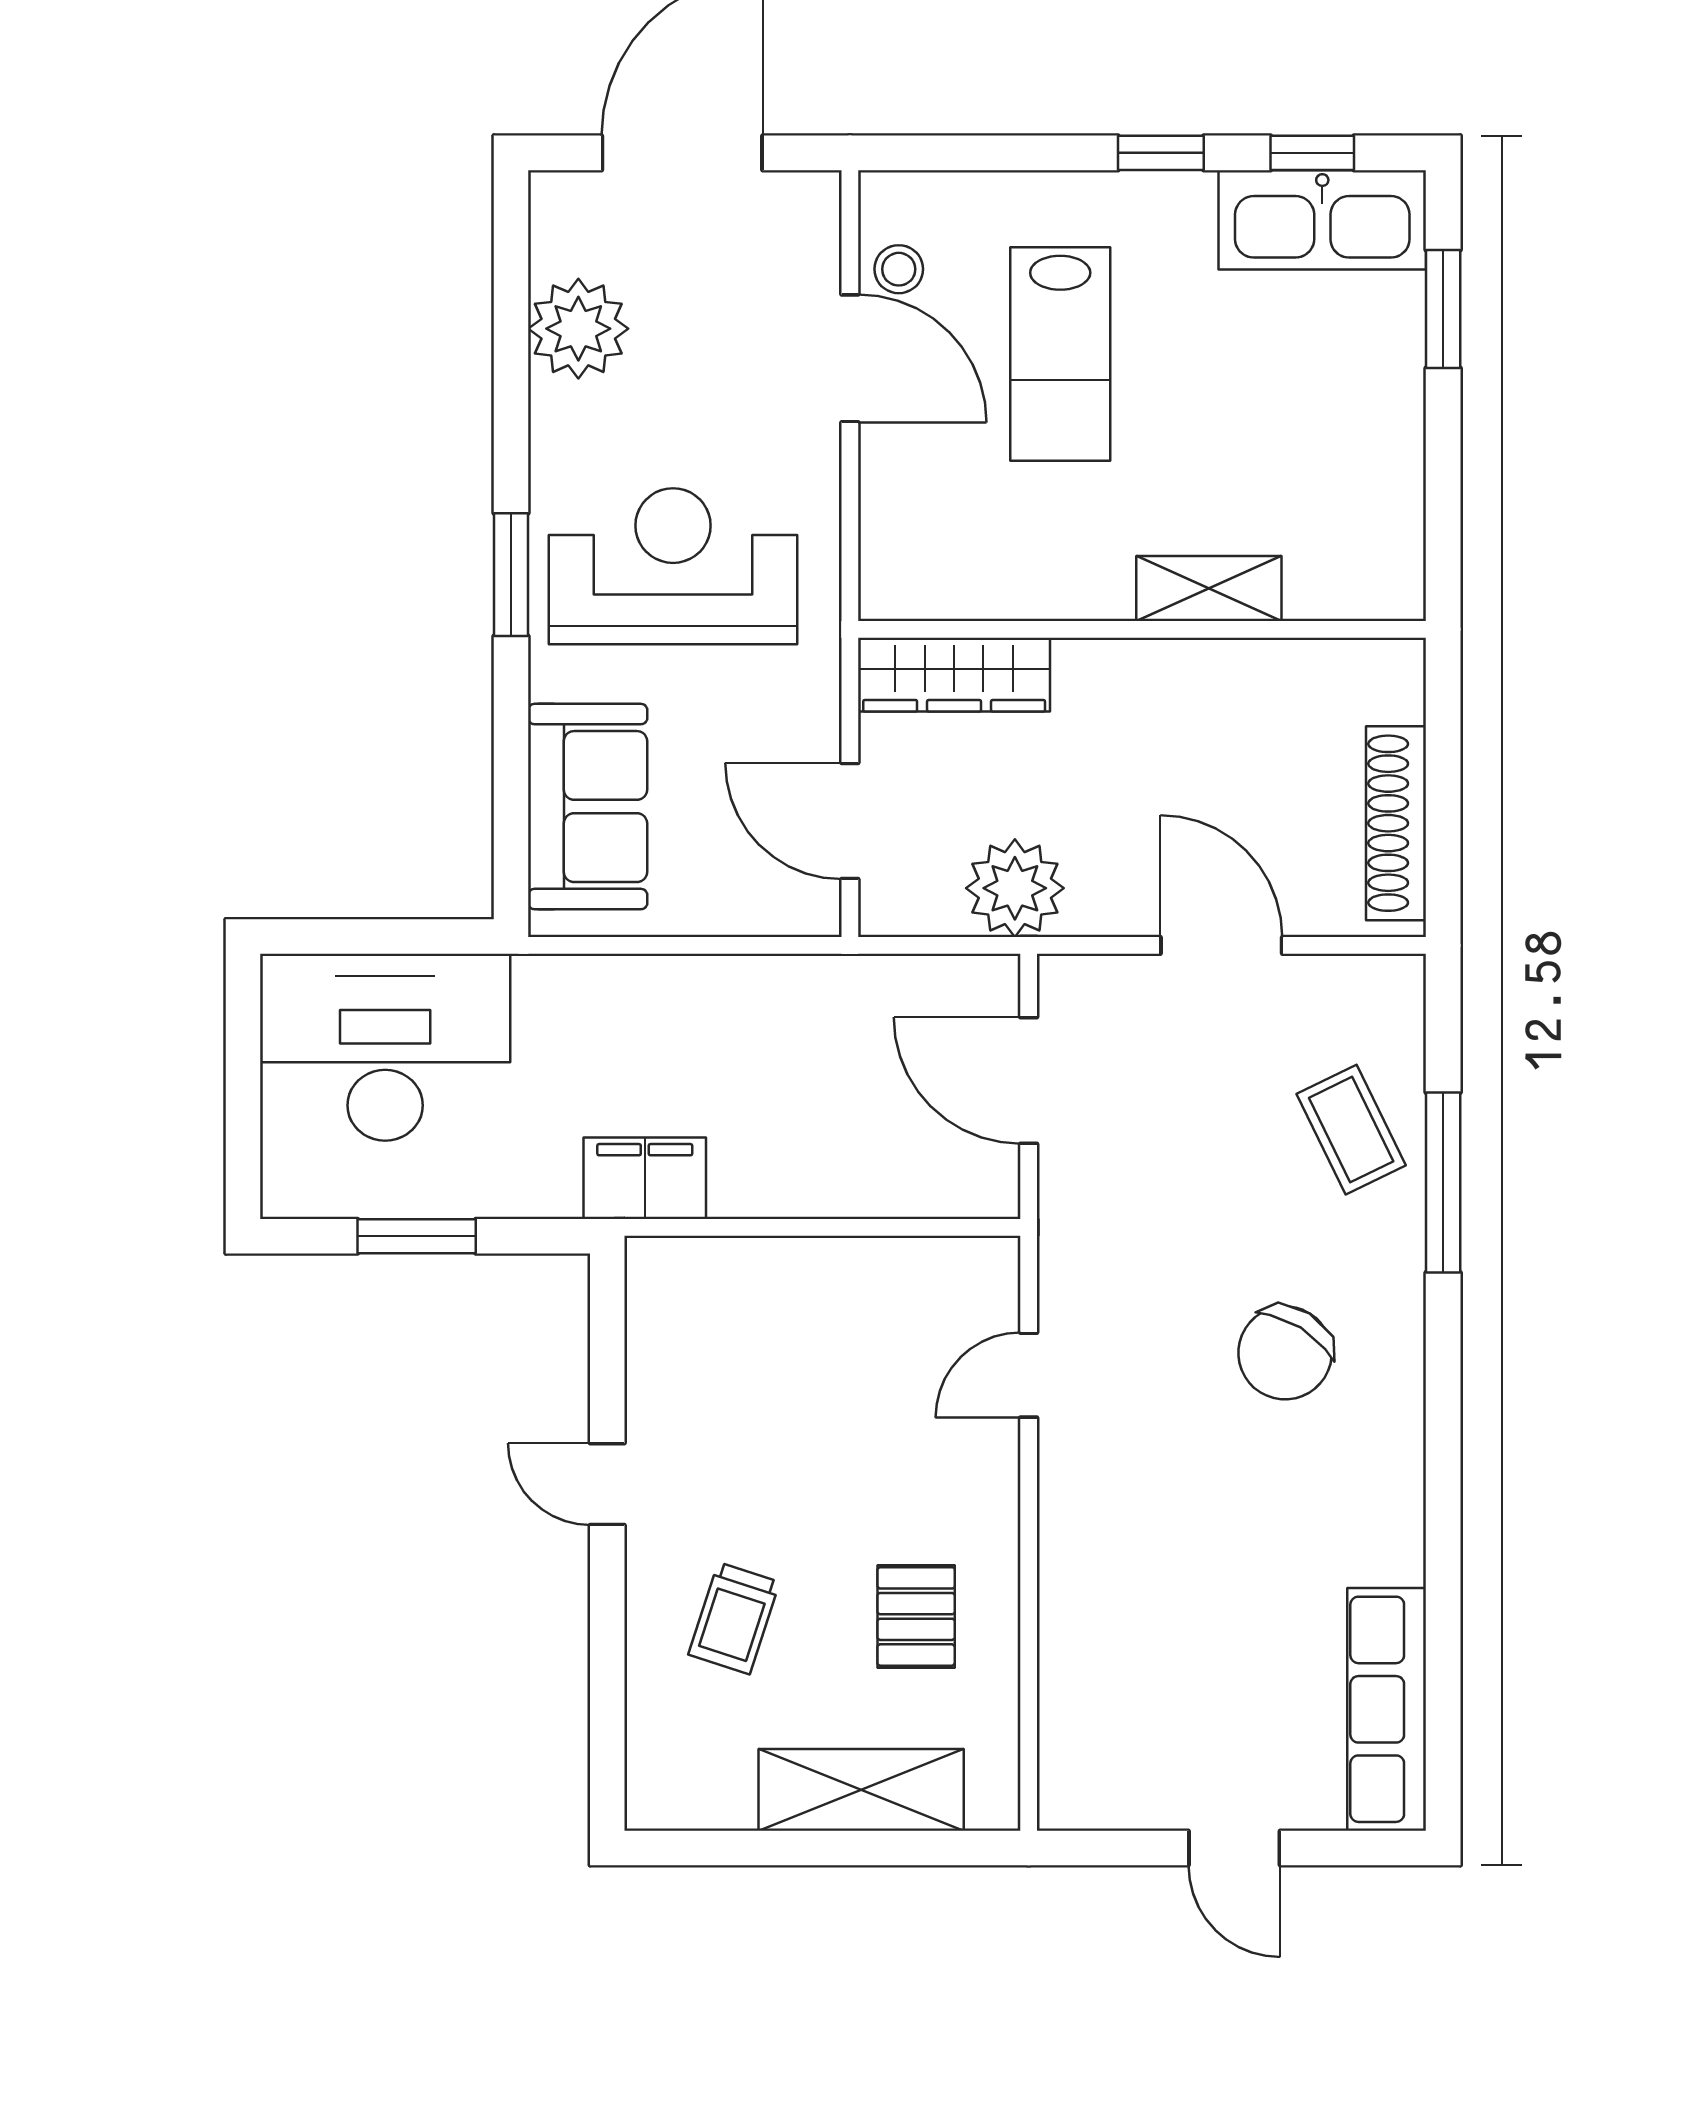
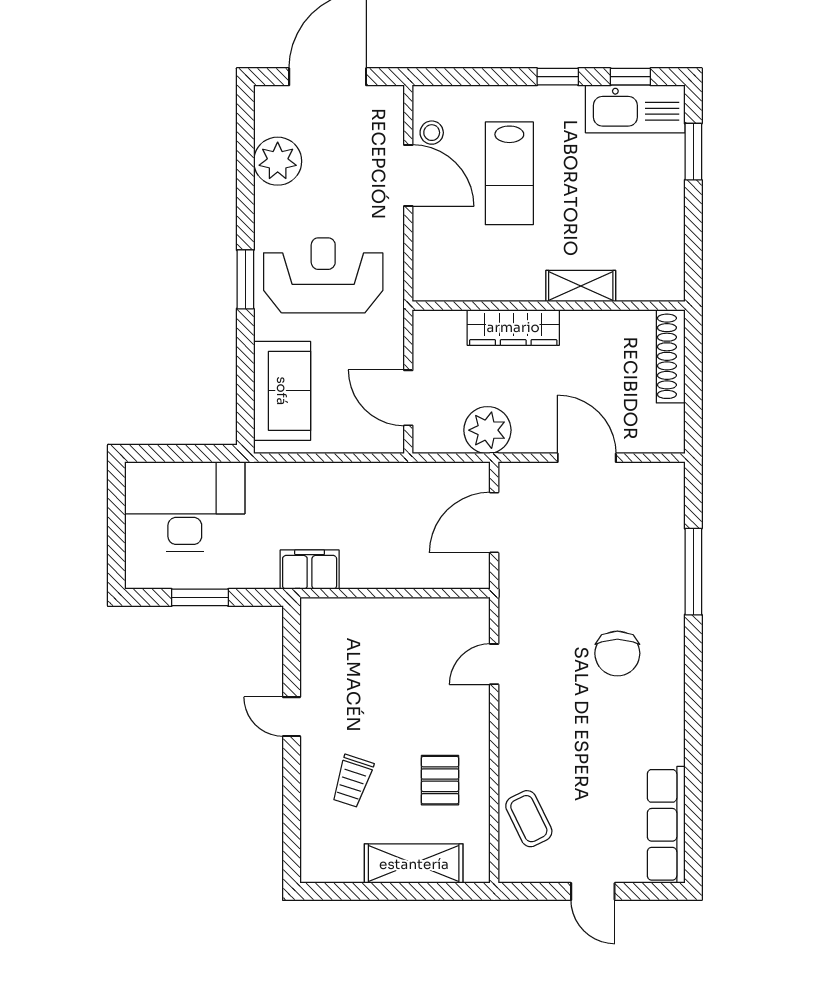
wardrobe: (954, 675) -> (513, 327), moved
shoe rack: (1396, 823) -> (671, 356), moved
door: (1029, 1080) -> (494, 523), hinge flipped
coffee table: (1351, 1130) -> (529, 819), moved
chair: (1285, 1353) -> (617, 653), turned -32

